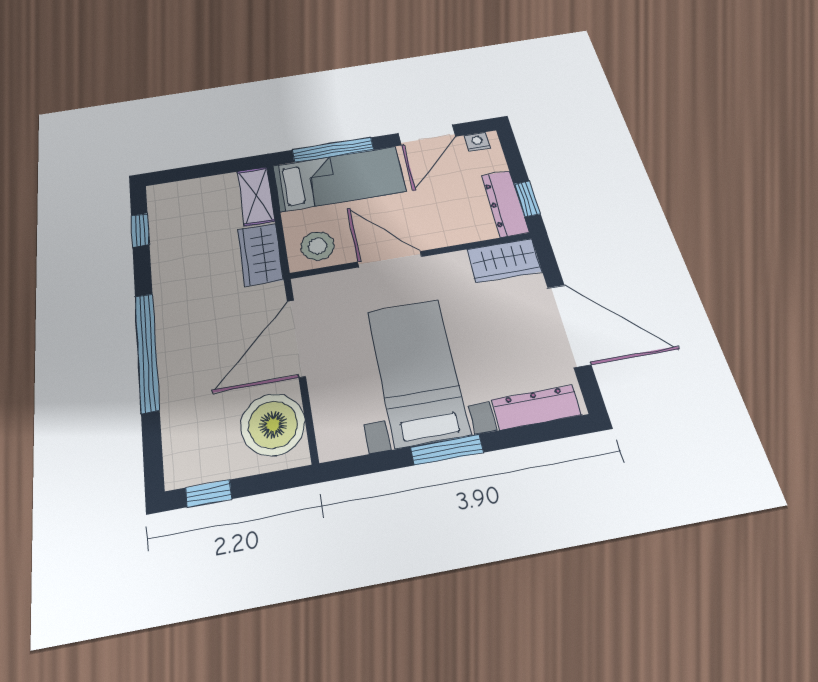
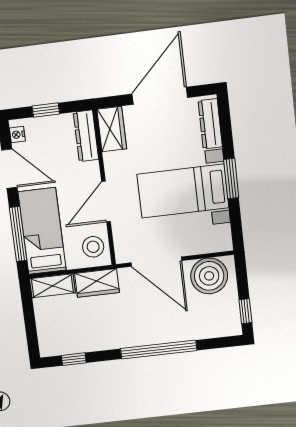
window: (527, 199) -> (46, 110), moved
dresser: (505, 204) -> (86, 136), moved, turned 90

